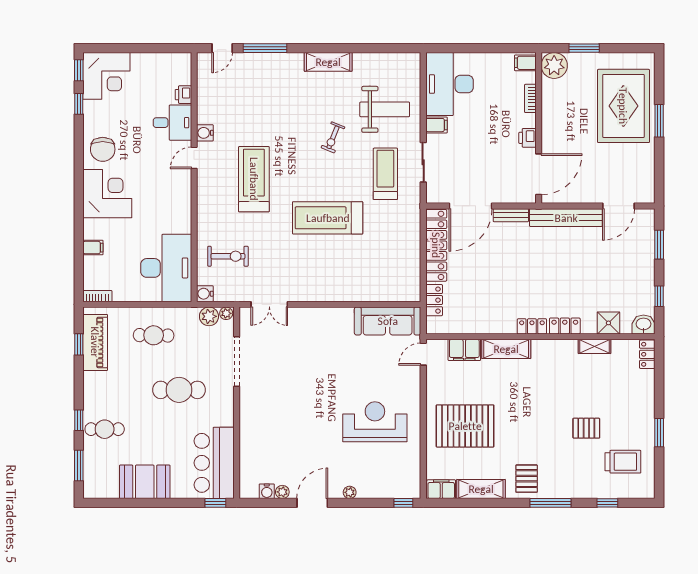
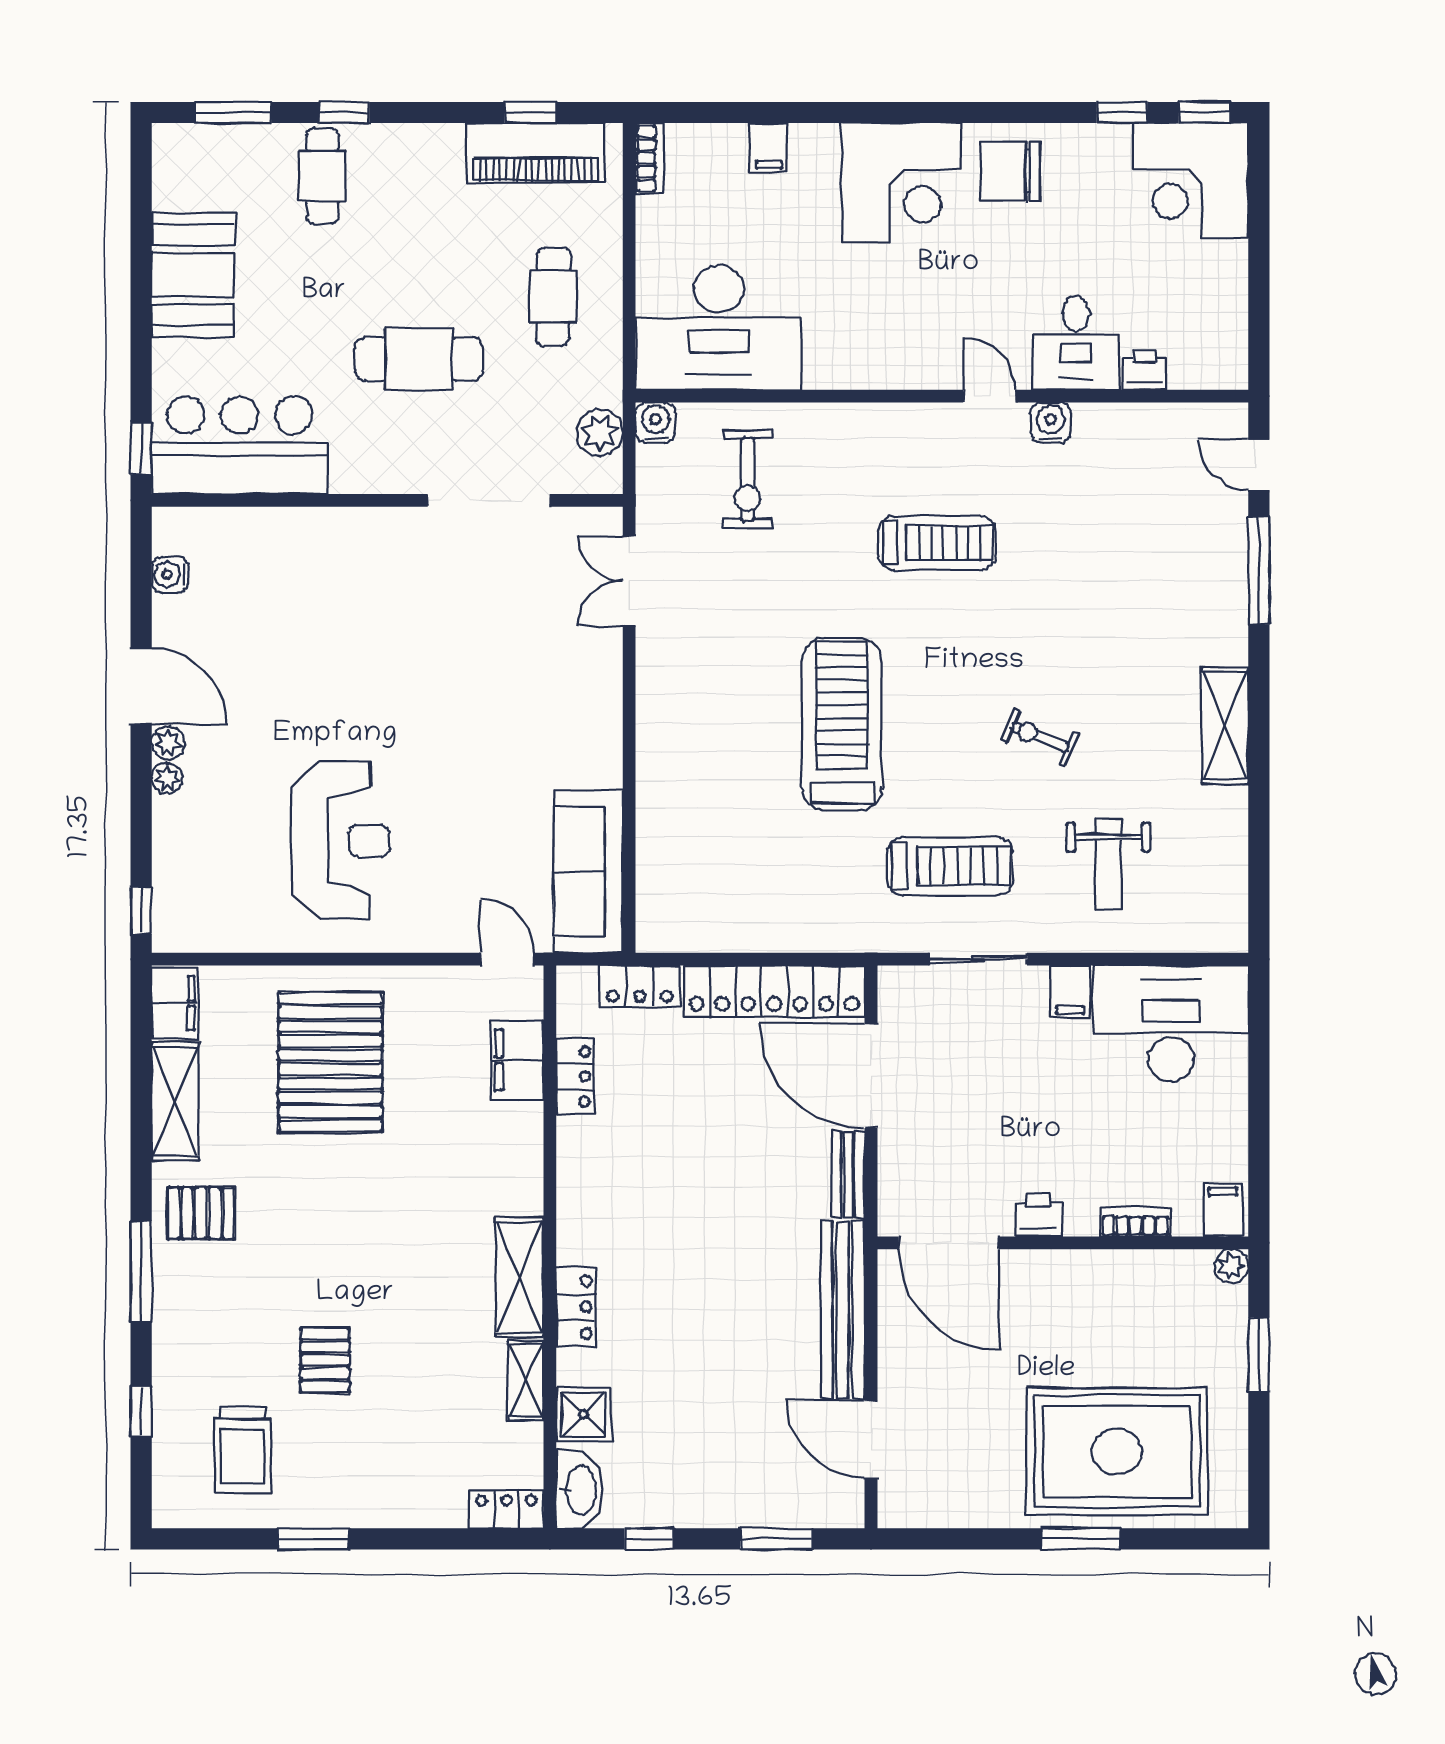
plant: (554, 65) -> (1231, 1266), width x0.53, depth x0.53
weight bench: (385, 109) -> (1108, 865), width x0.73, depth x0.75
treadmill: (254, 179) -> (937, 543), width x0.73, depth x0.73
plant: (226, 313) -> (607, 475), removed
washbasin: (643, 325) -> (580, 1490), width x1.38
locker: (532, 326) -> (575, 1077), moved
shelving: (506, 349) -> (520, 1277), moved
cafe table: (179, 390) -> (419, 359), turned 90
plant: (282, 492) -> (168, 743), moved

